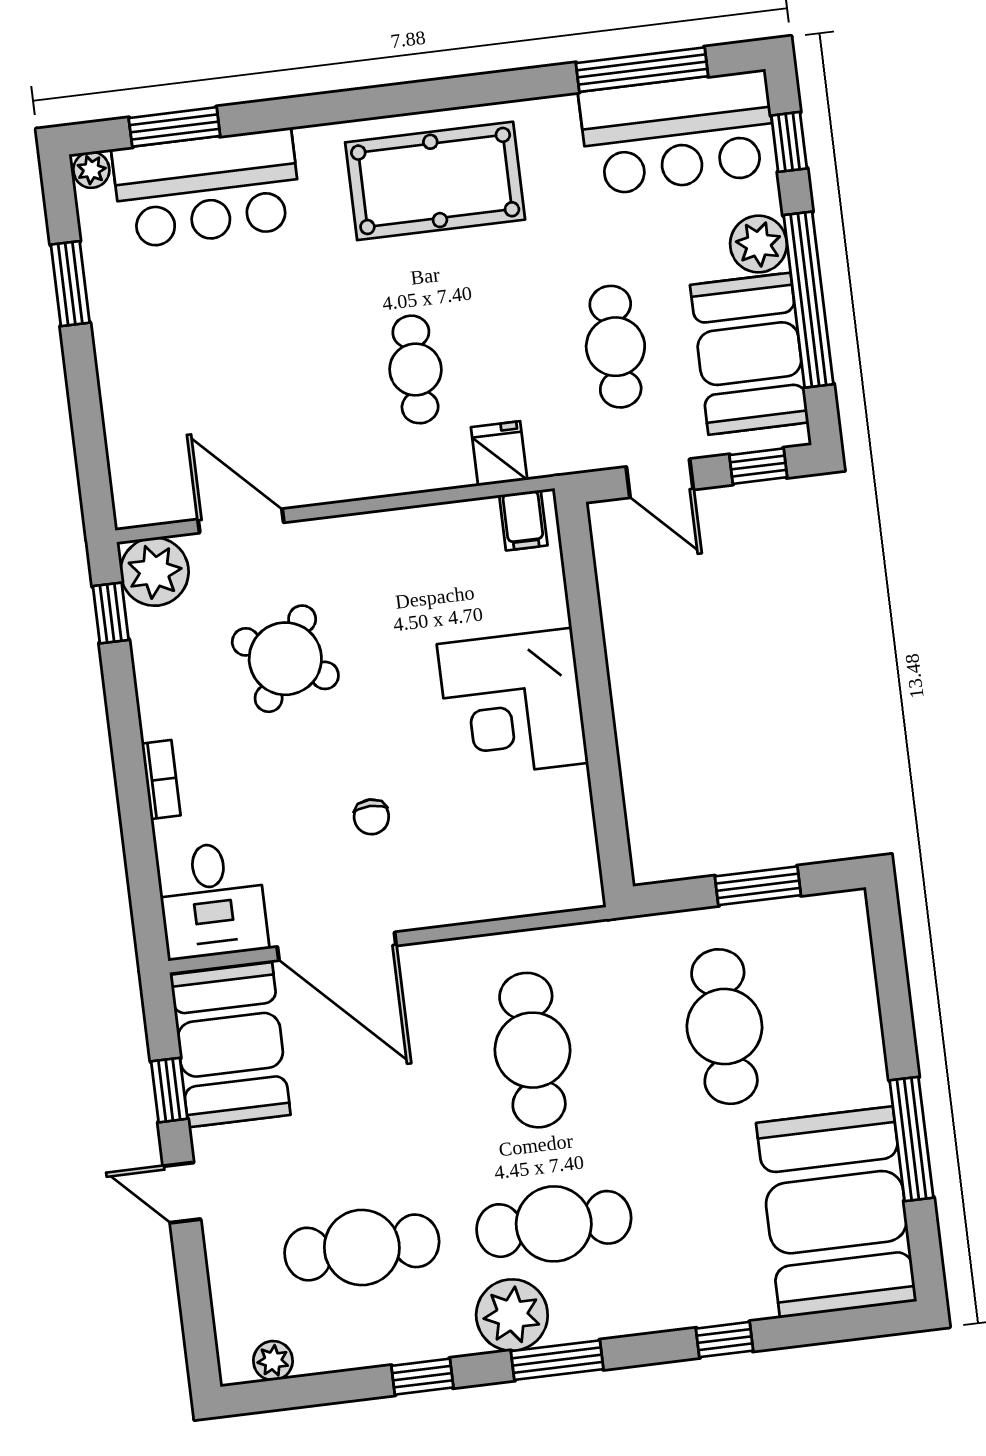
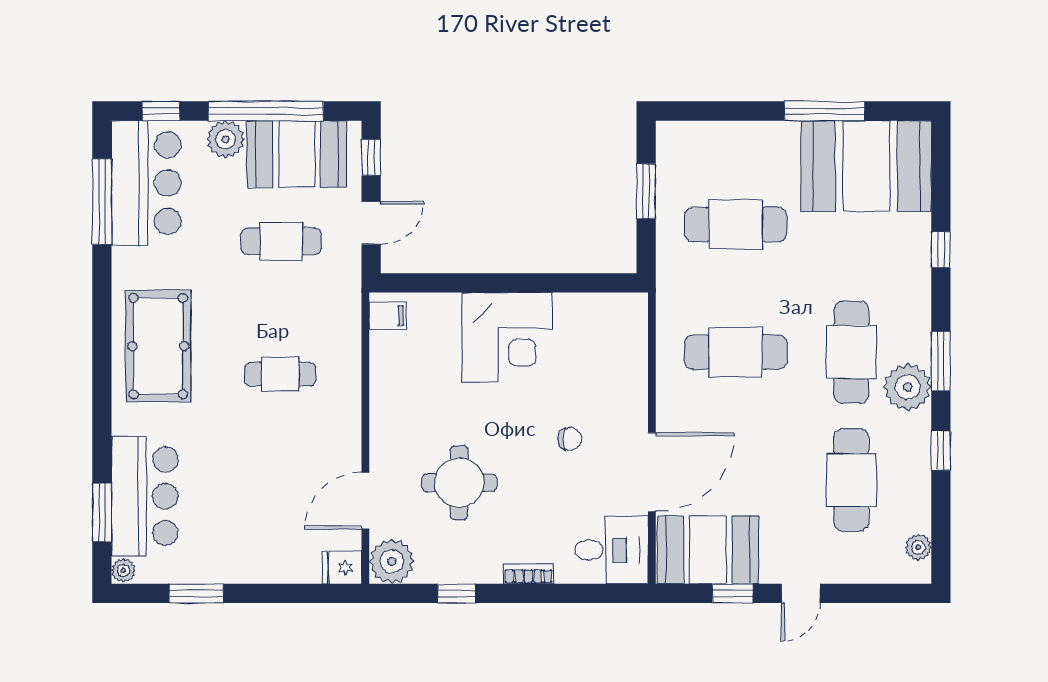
fridge: (499, 454) -> (342, 567), moved
window: (111, 613) -> (457, 593), moved
round table: (285, 659) -> (459, 483), turned -30

